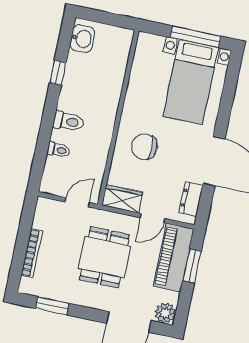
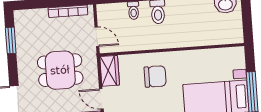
chair: (144, 147) -> (155, 76), turned 90
bookcase: (32, 253) -> (68, 11), moved

